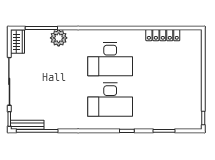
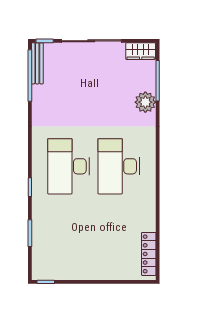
locker: (163, 35) -> (149, 254), moved

